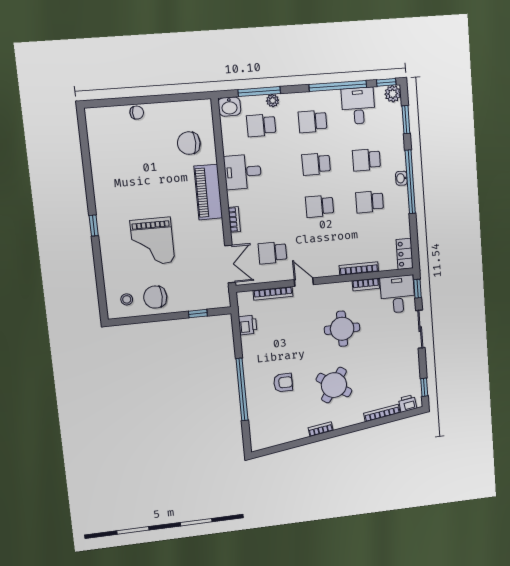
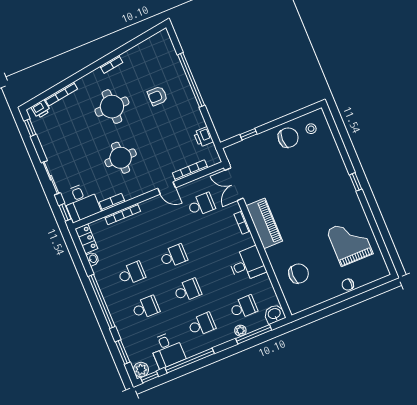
washbasin: (401, 178) -> (93, 259), moved
piano: (208, 192) -> (264, 223), moved
grand piano: (152, 242) -> (350, 242), moved
round table: (334, 385) -> (112, 107), turned -34

